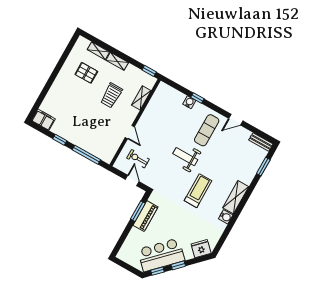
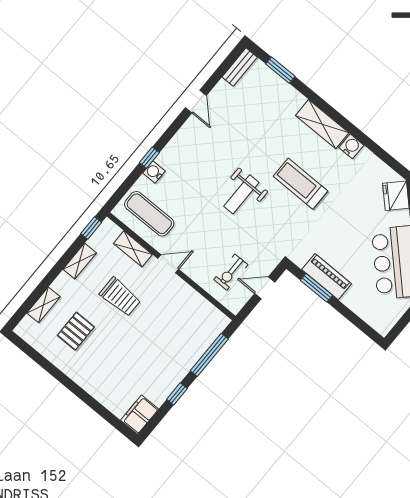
shelving: (117, 61) -> (80, 261), moved
exercise mat: (207, 130) -> (149, 214), moved
door: (130, 132) -> (168, 264), moved

